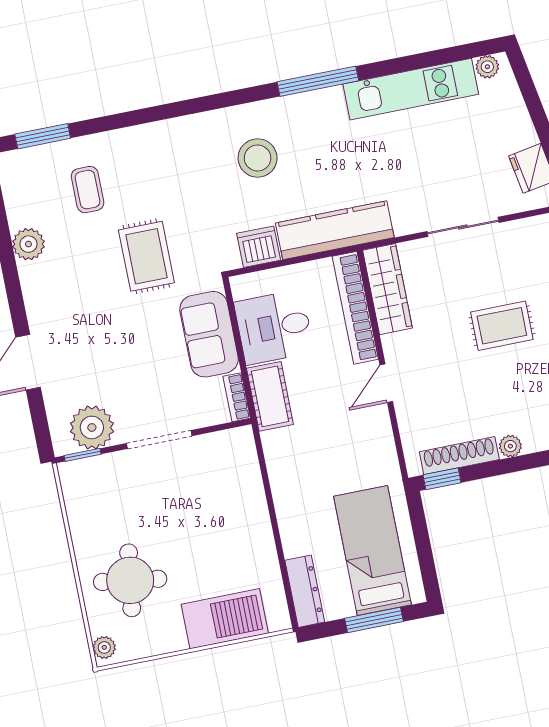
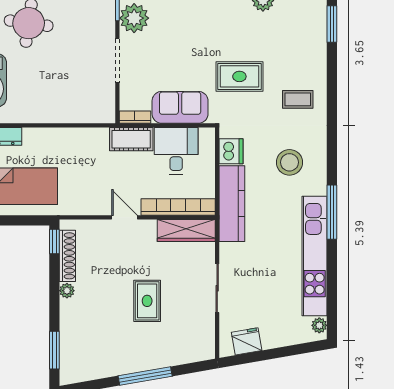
kitchen unit: (411, 89) -> (315, 256), width x1.36
coffee table: (88, 190) -> (298, 99), moved

